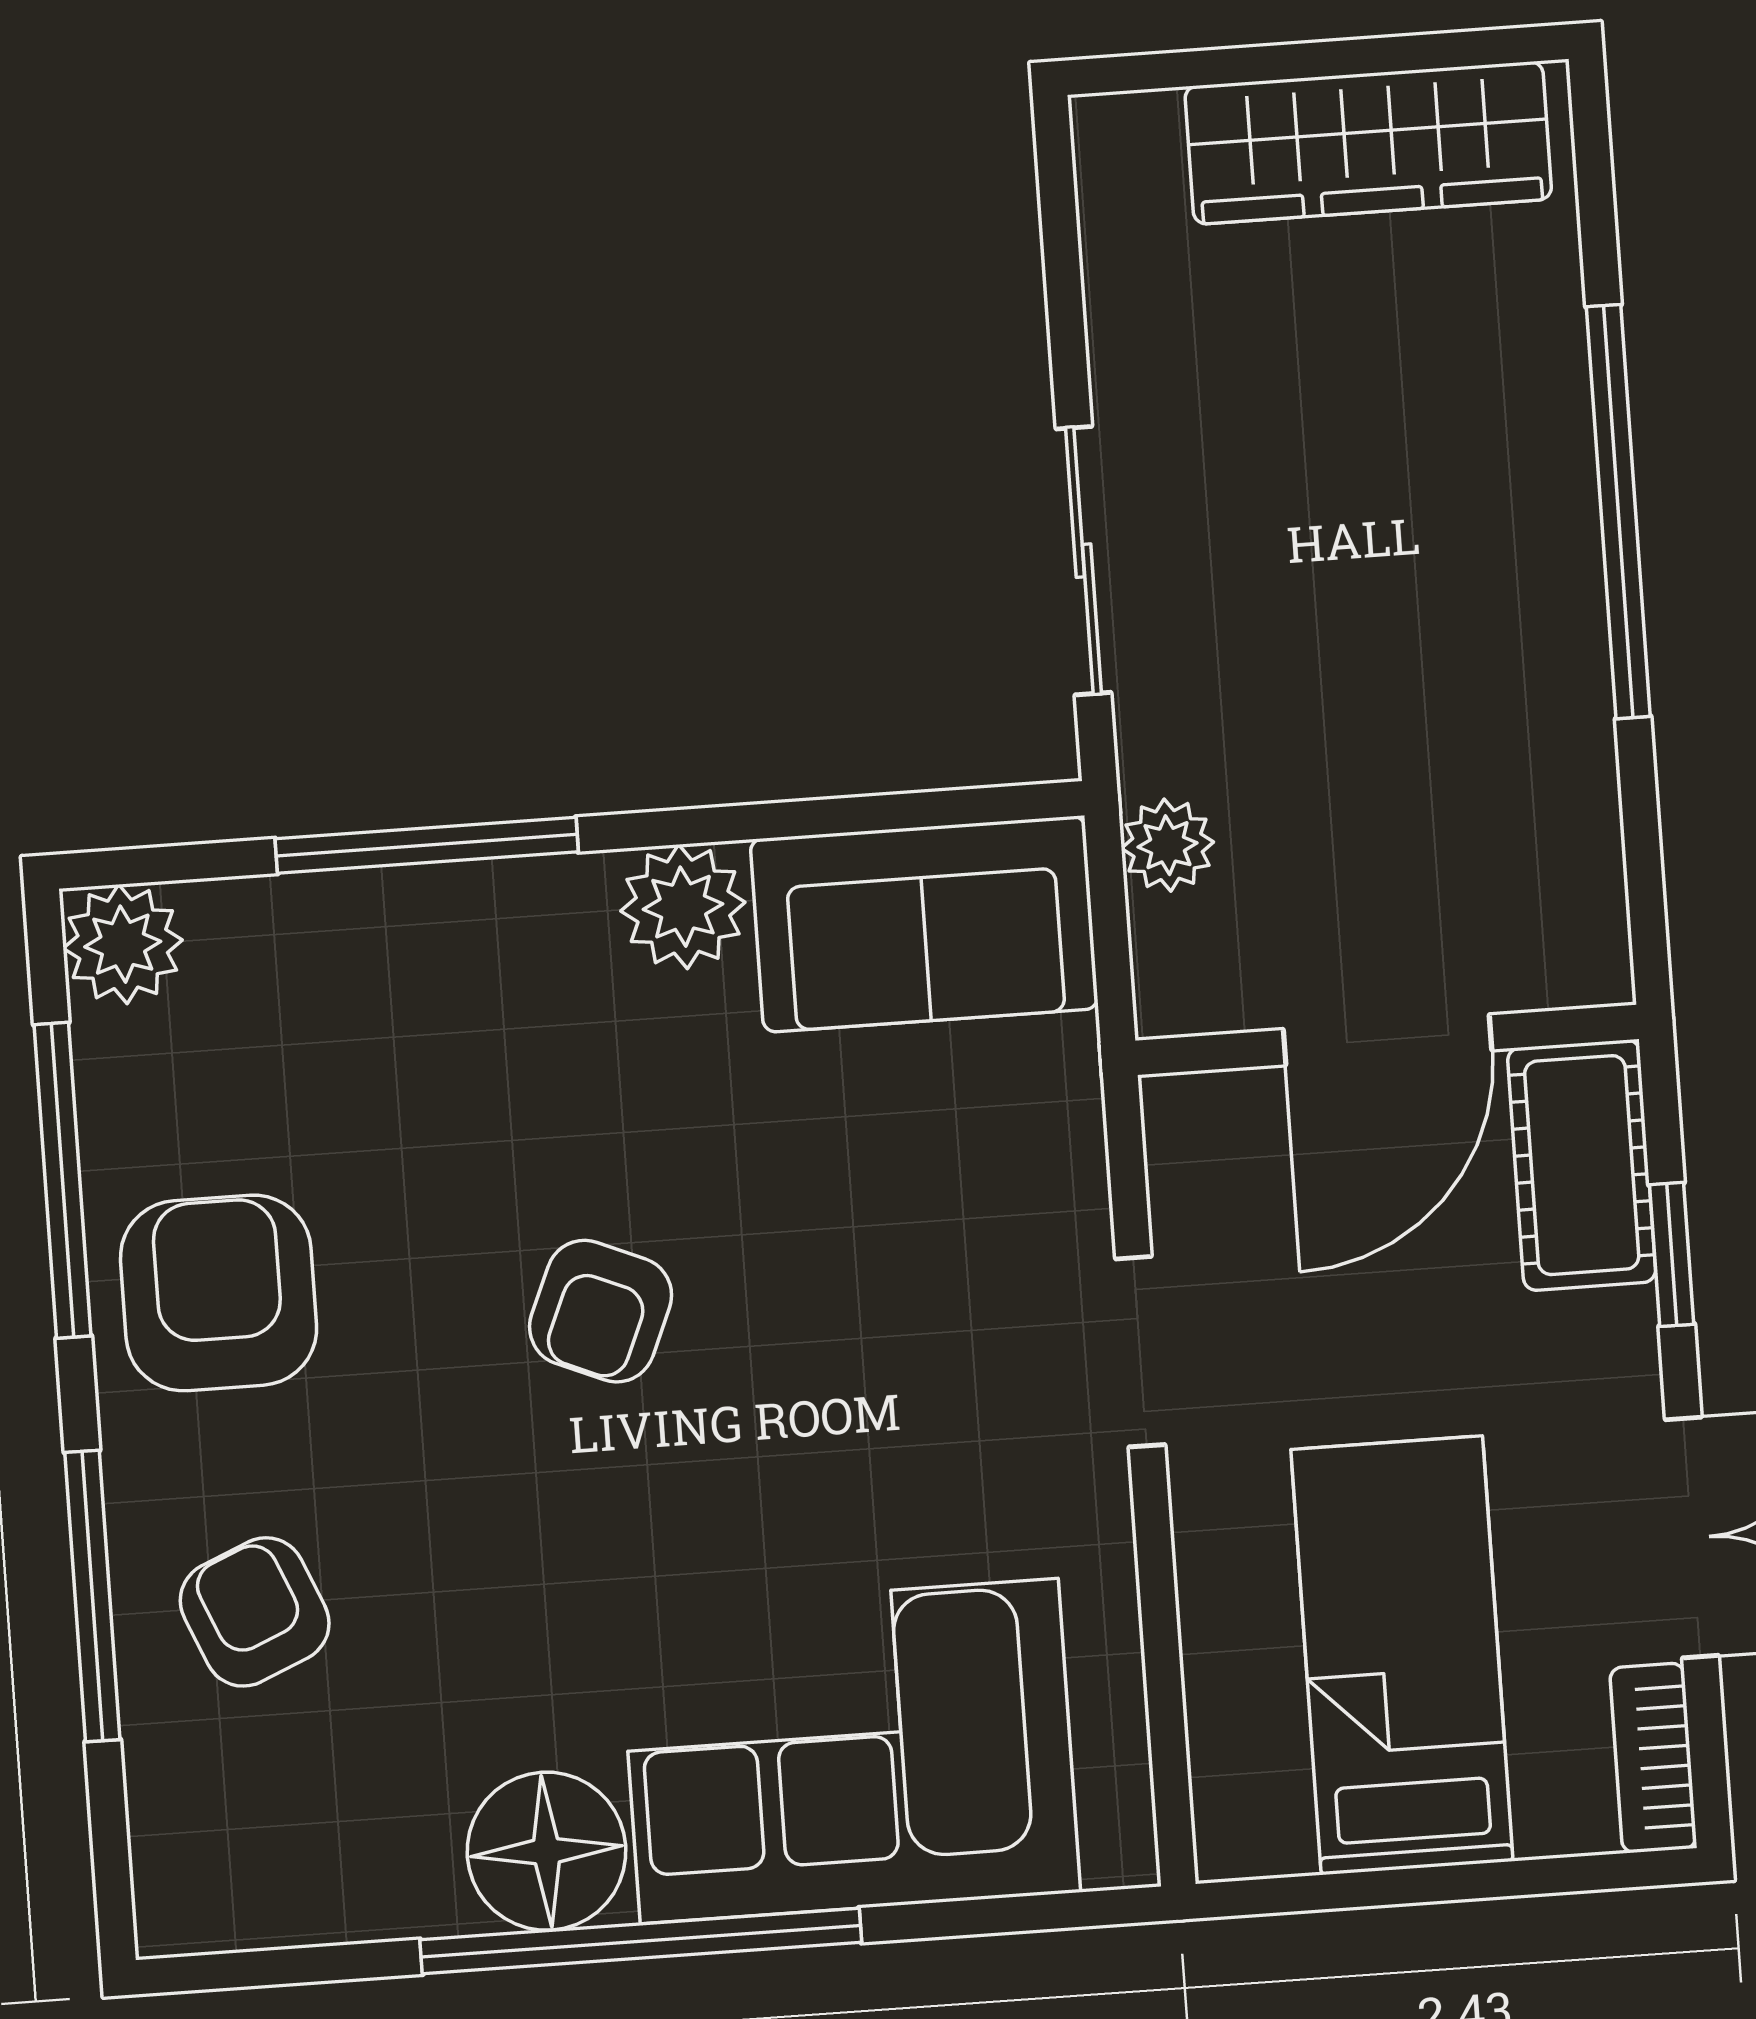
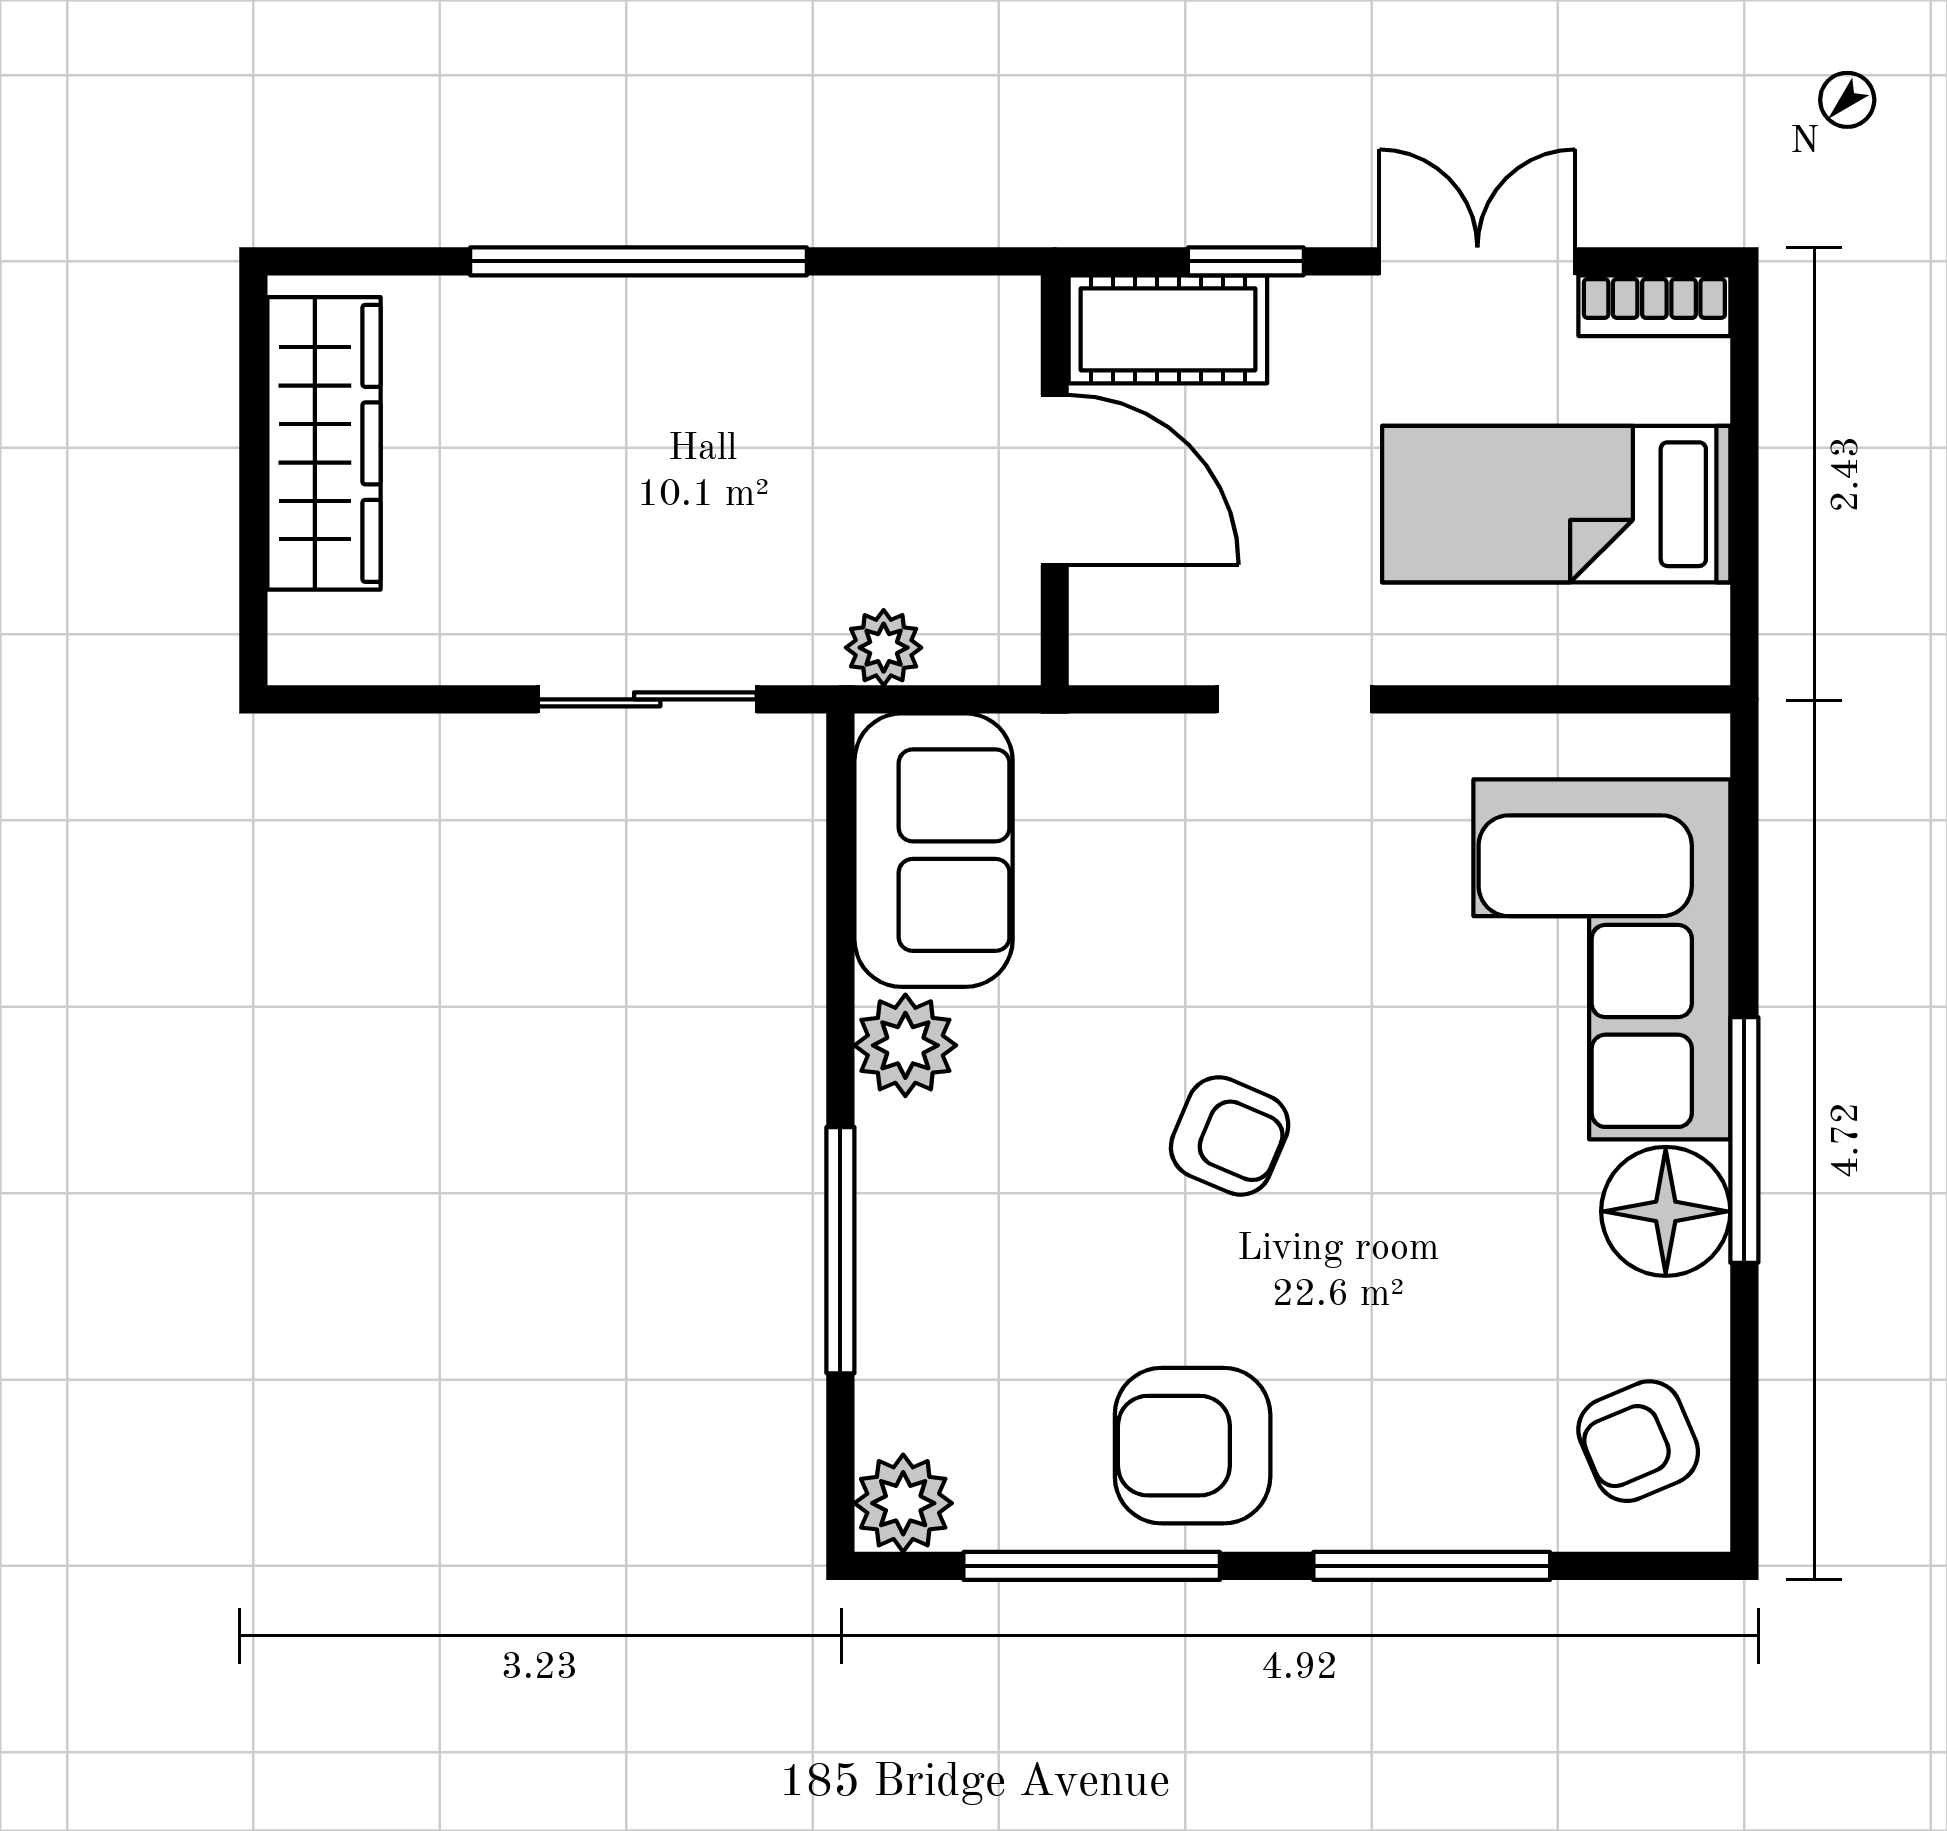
armchair: (255, 1612) -> (1638, 1441), moved
window: (641, 1941) -> (1744, 1140), width x0.68

